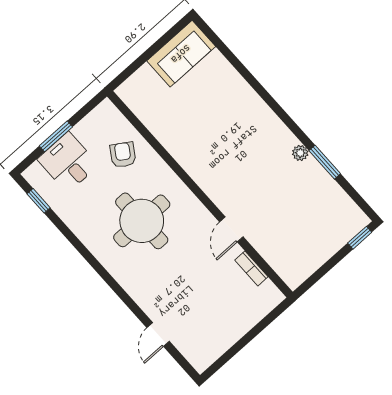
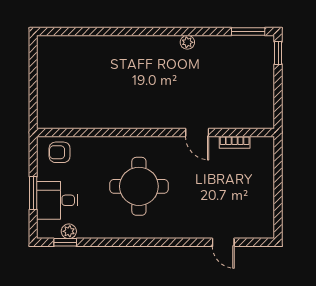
sofa: (181, 54) -> (52, 62), removed
armchair: (123, 155) -> (60, 152), moved, turned -33
window: (325, 162) -> (248, 32), moved
plant: (51, 196) -> (69, 231), added

